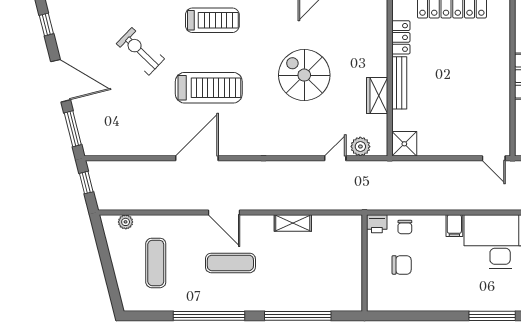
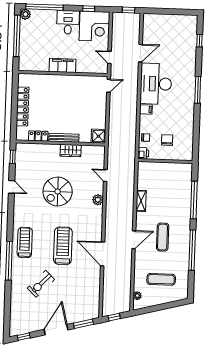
plant: (360, 147) -> (98, 200), moved

